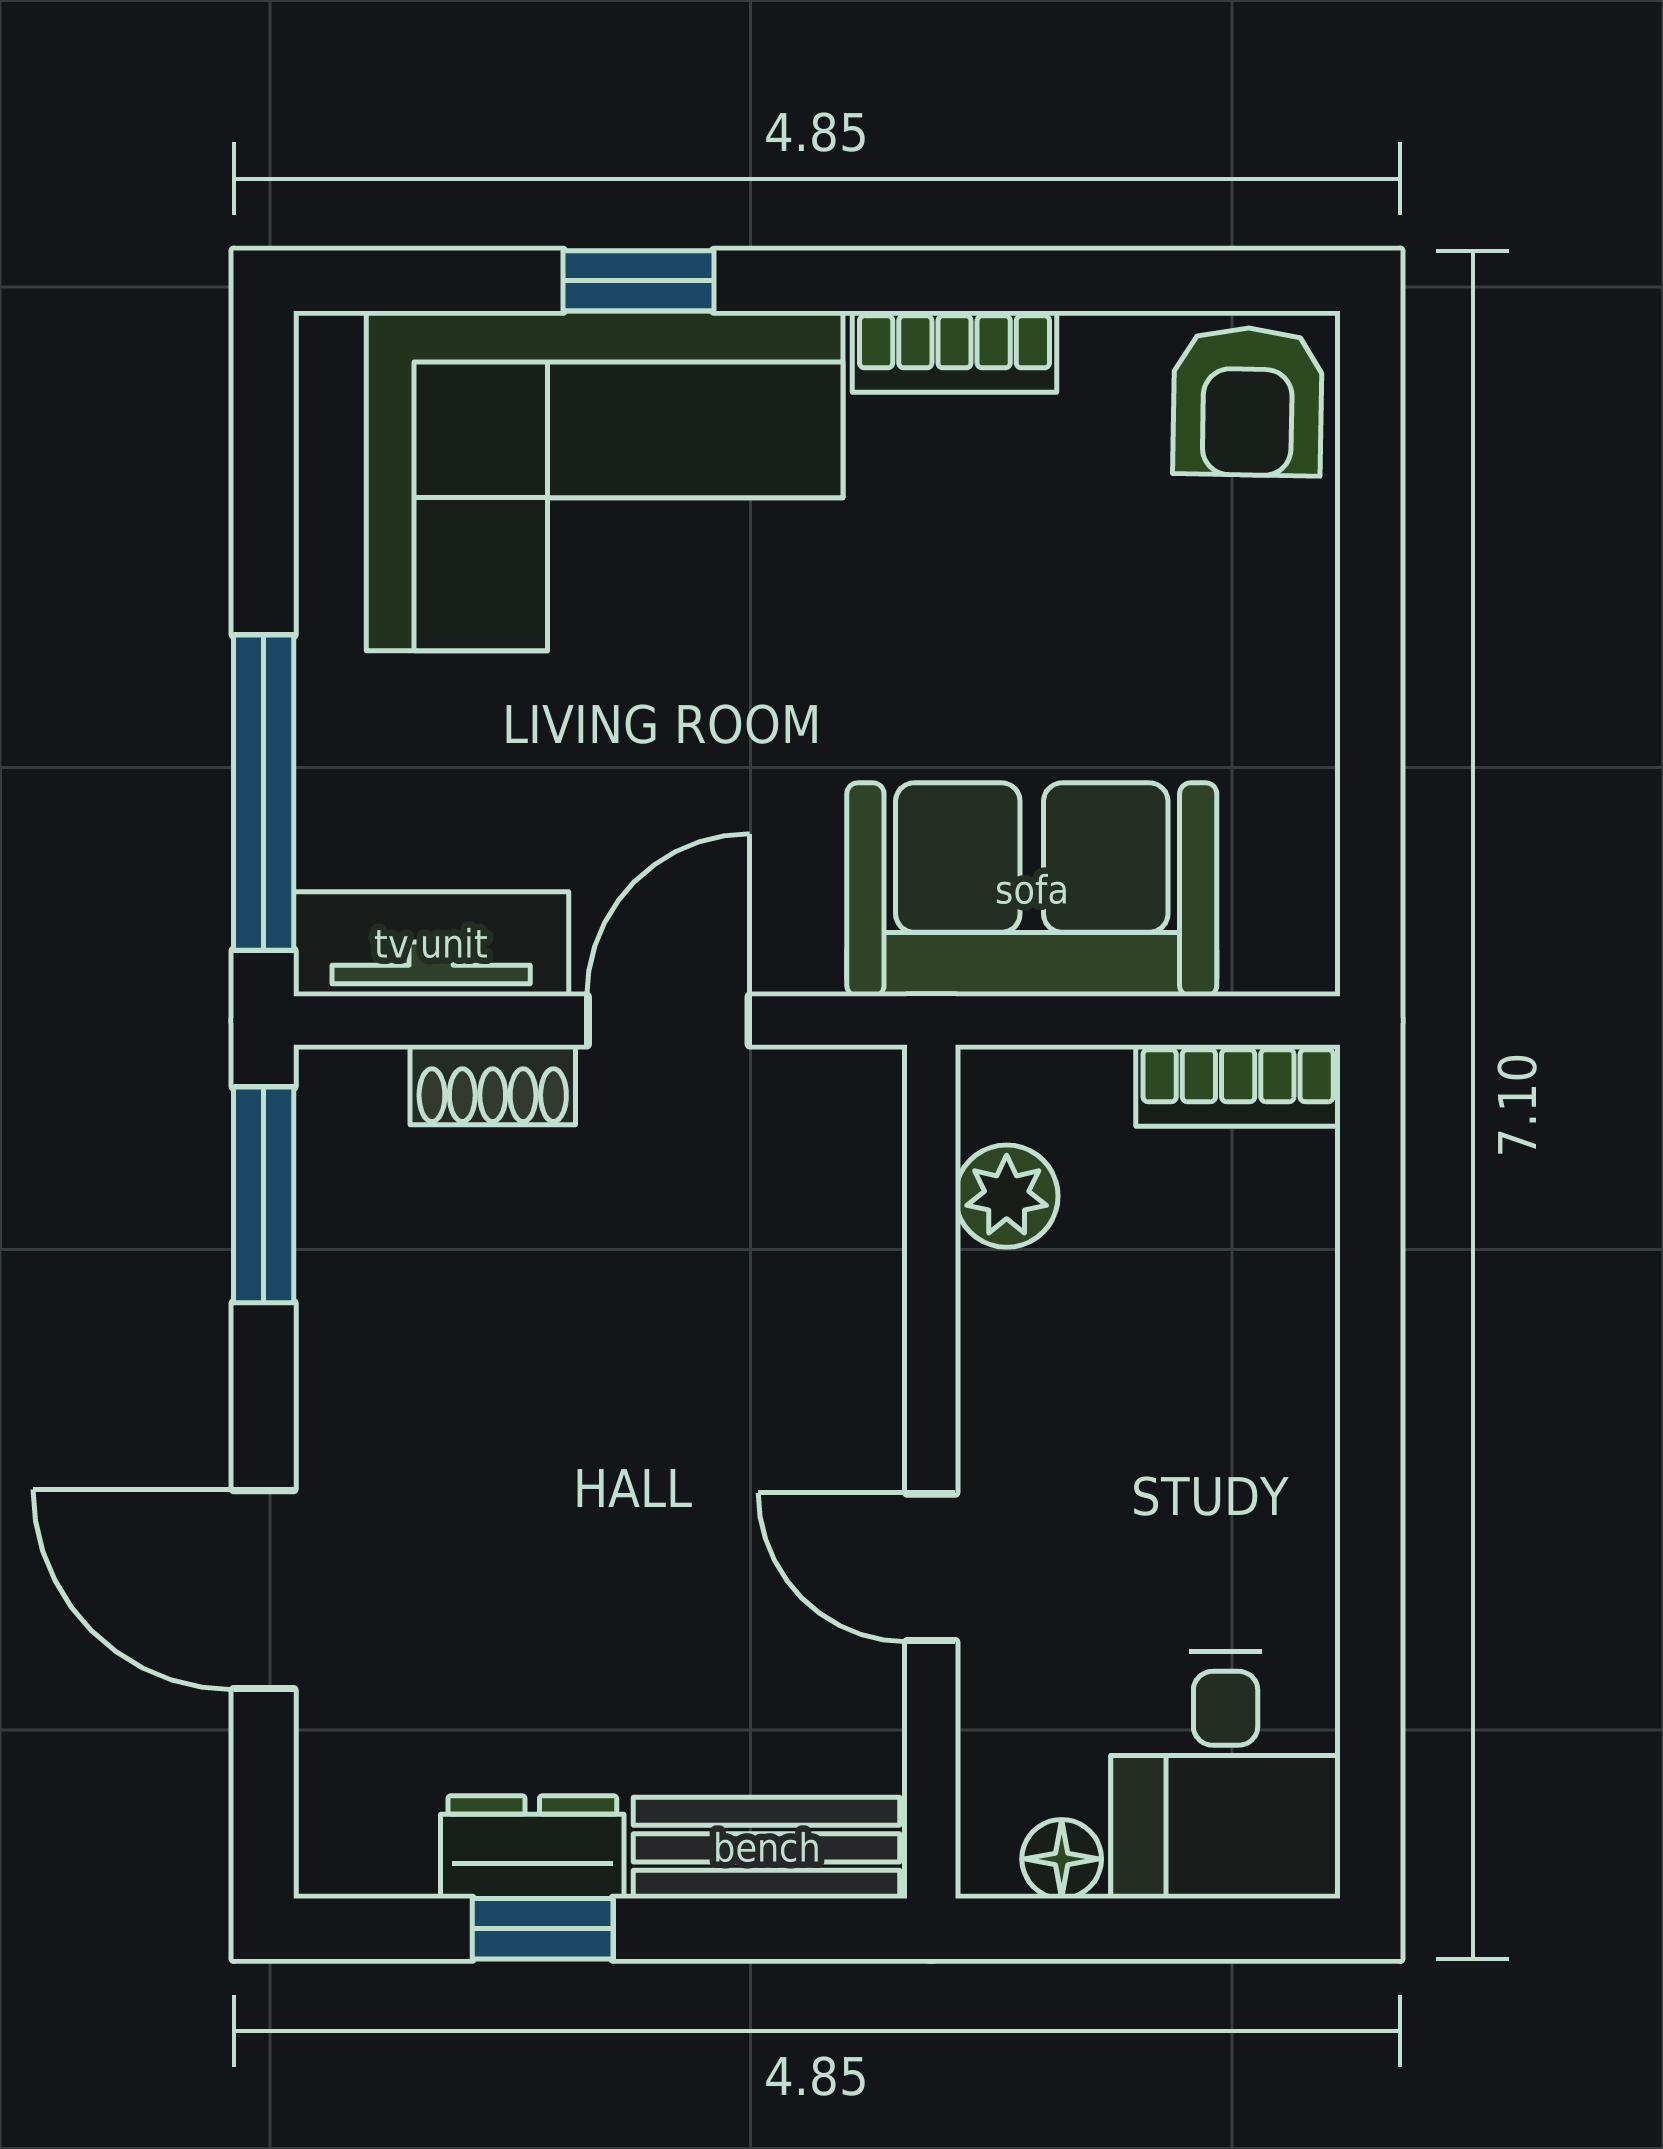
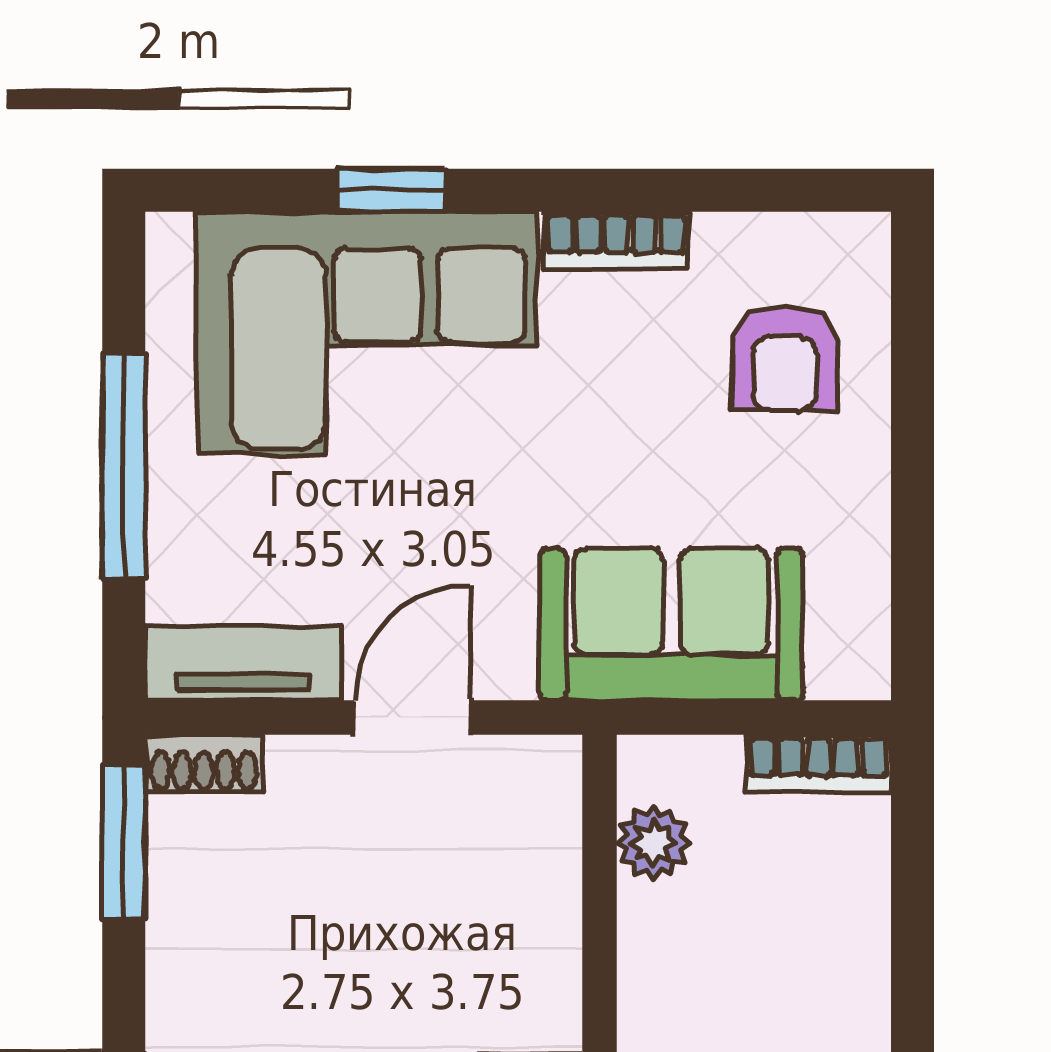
armchair: (1248, 401) -> (785, 359), moved
window: (264, 793) -> (124, 467), moved
shoe rack: (493, 1085) -> (204, 763), moved

